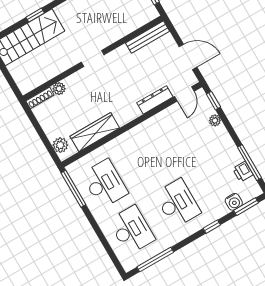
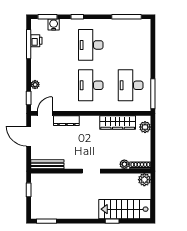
plant: (26, 84) -> (144, 180), added
desk: (132, 230) -> (91, 85), moved

